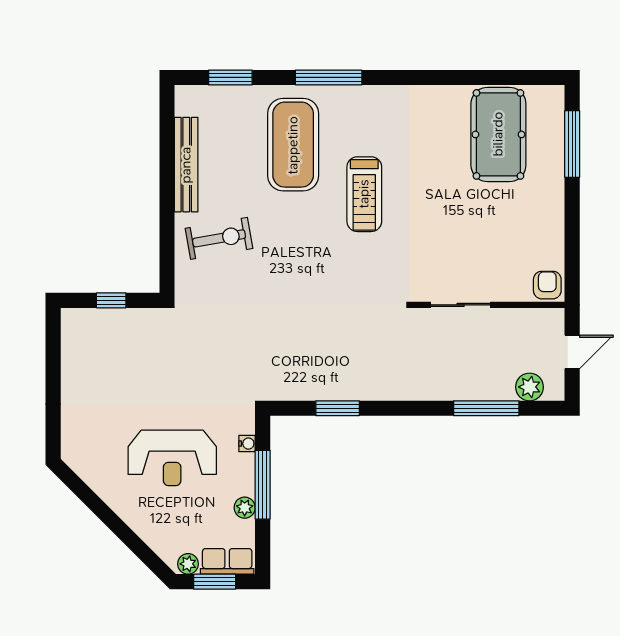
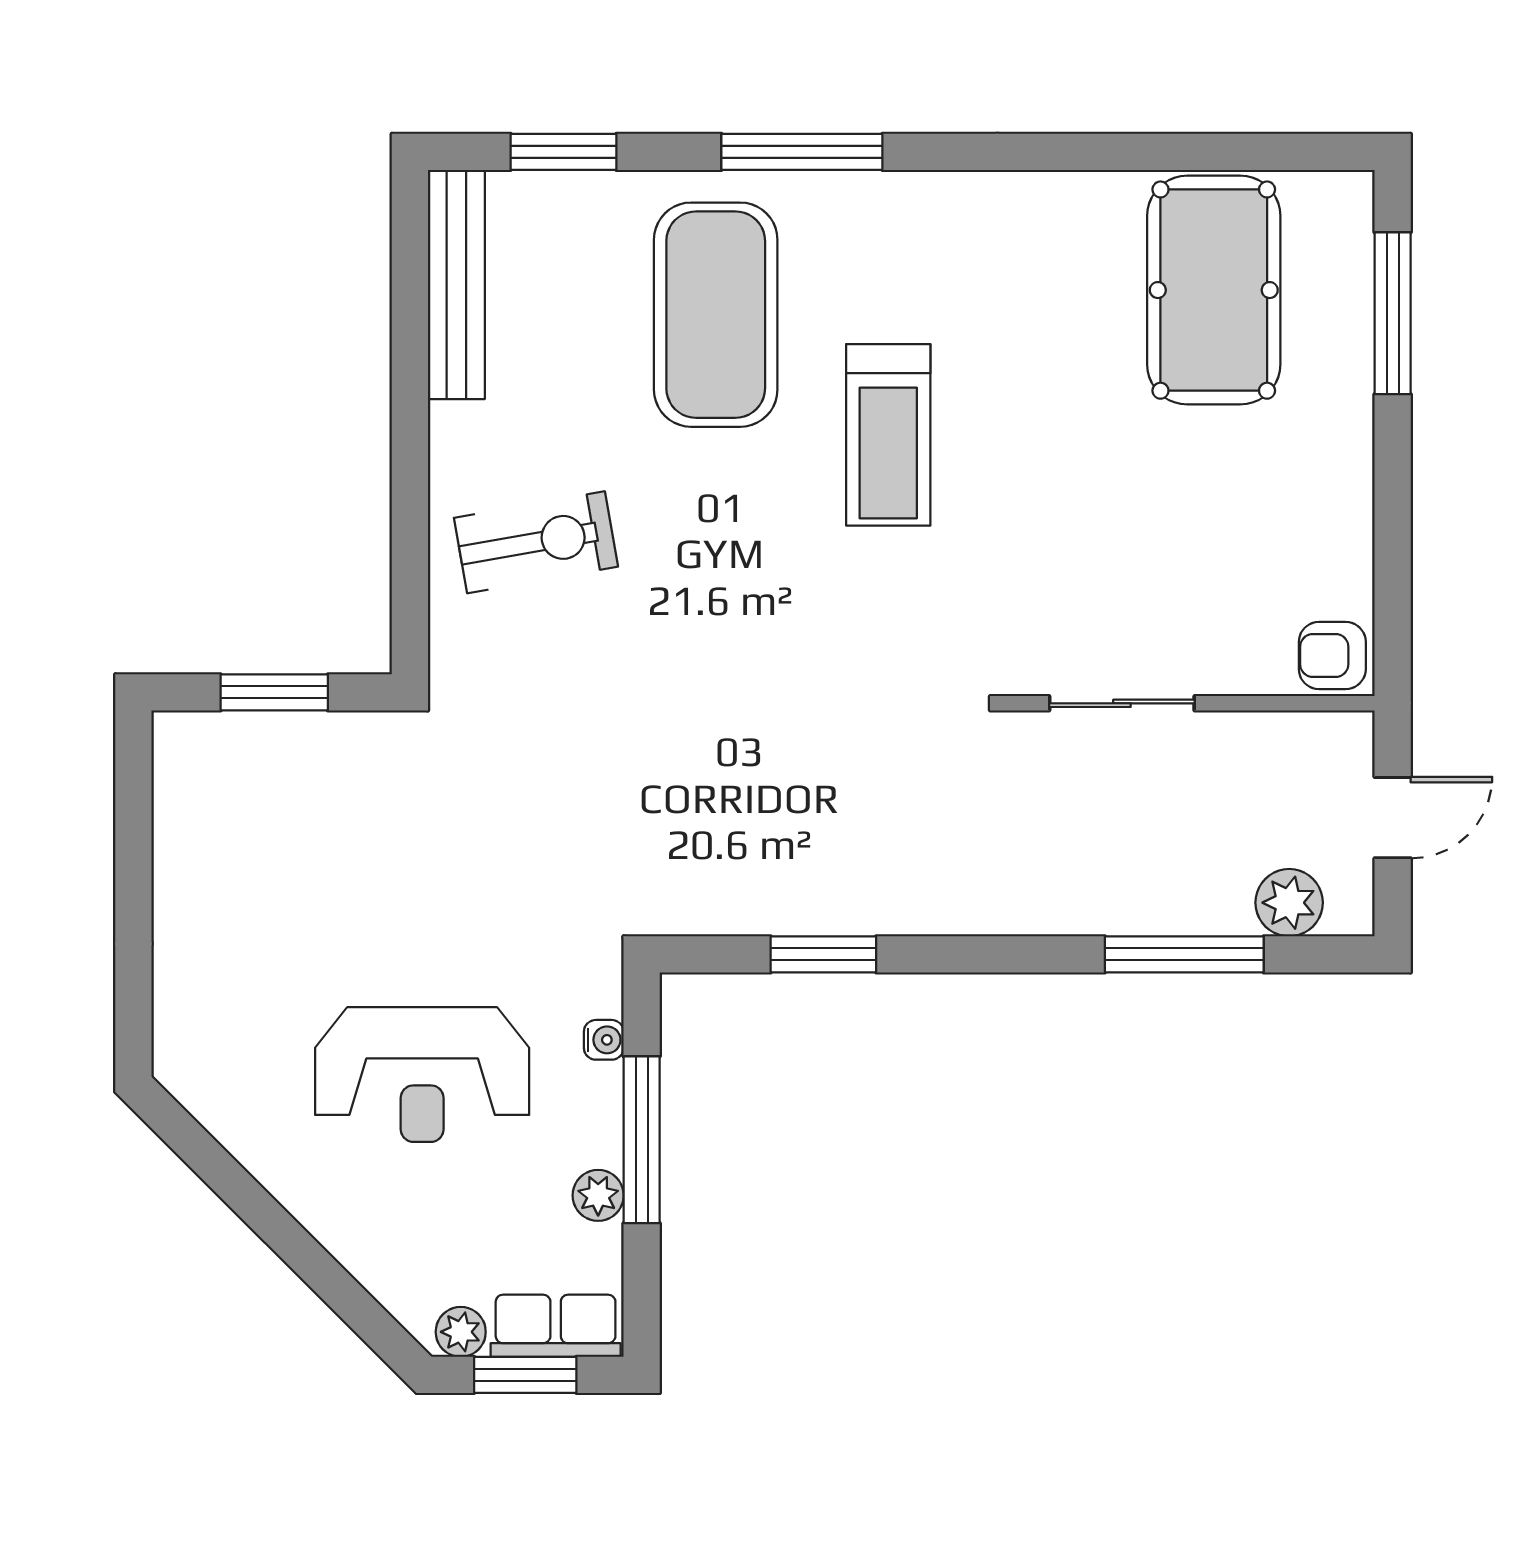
bench: (186, 165) -> (456, 284), moved
armchair: (547, 285) -> (1332, 655), turned -90
window: (111, 300) -> (274, 692), width x1.50

